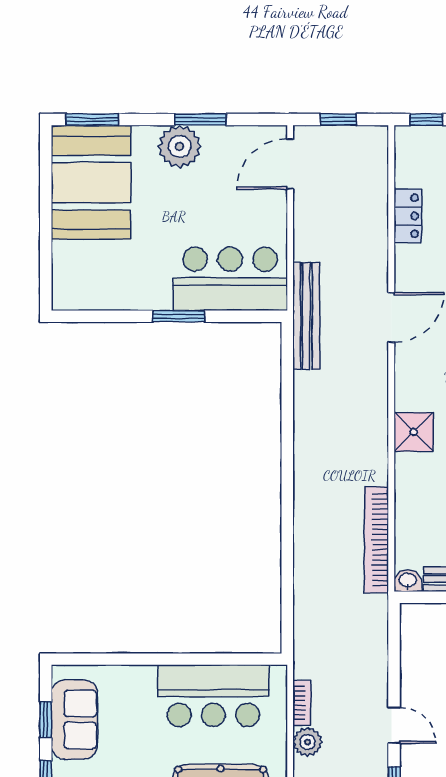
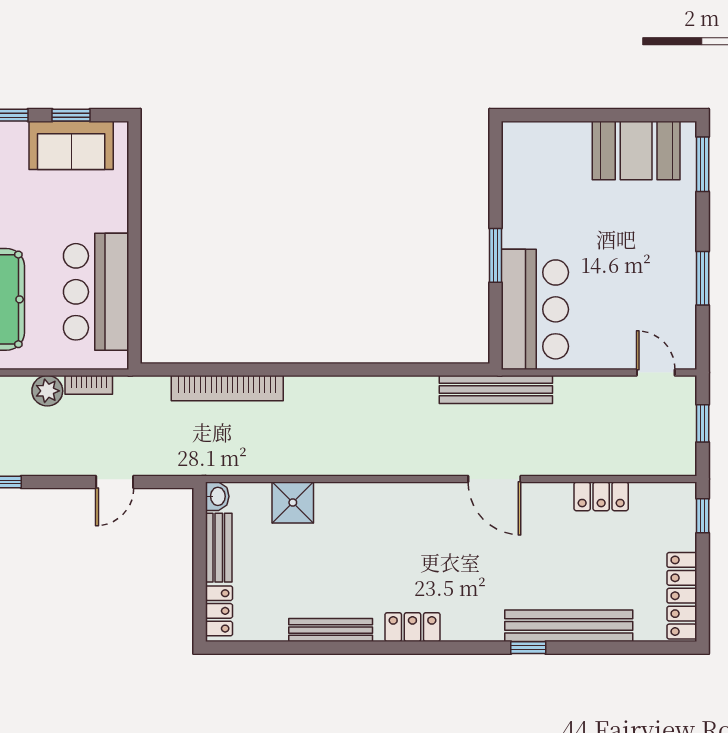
plant: (180, 146) -> (674, 256), removed
door: (290, 164) -> (656, 373), width x0.73
booth: (91, 183) -> (636, 150), width x0.73, depth x0.70
shower: (414, 432) -> (293, 503), moved
bookcase: (376, 540) -> (227, 388), moved, turned 180
door: (394, 725) -> (115, 482), moved

